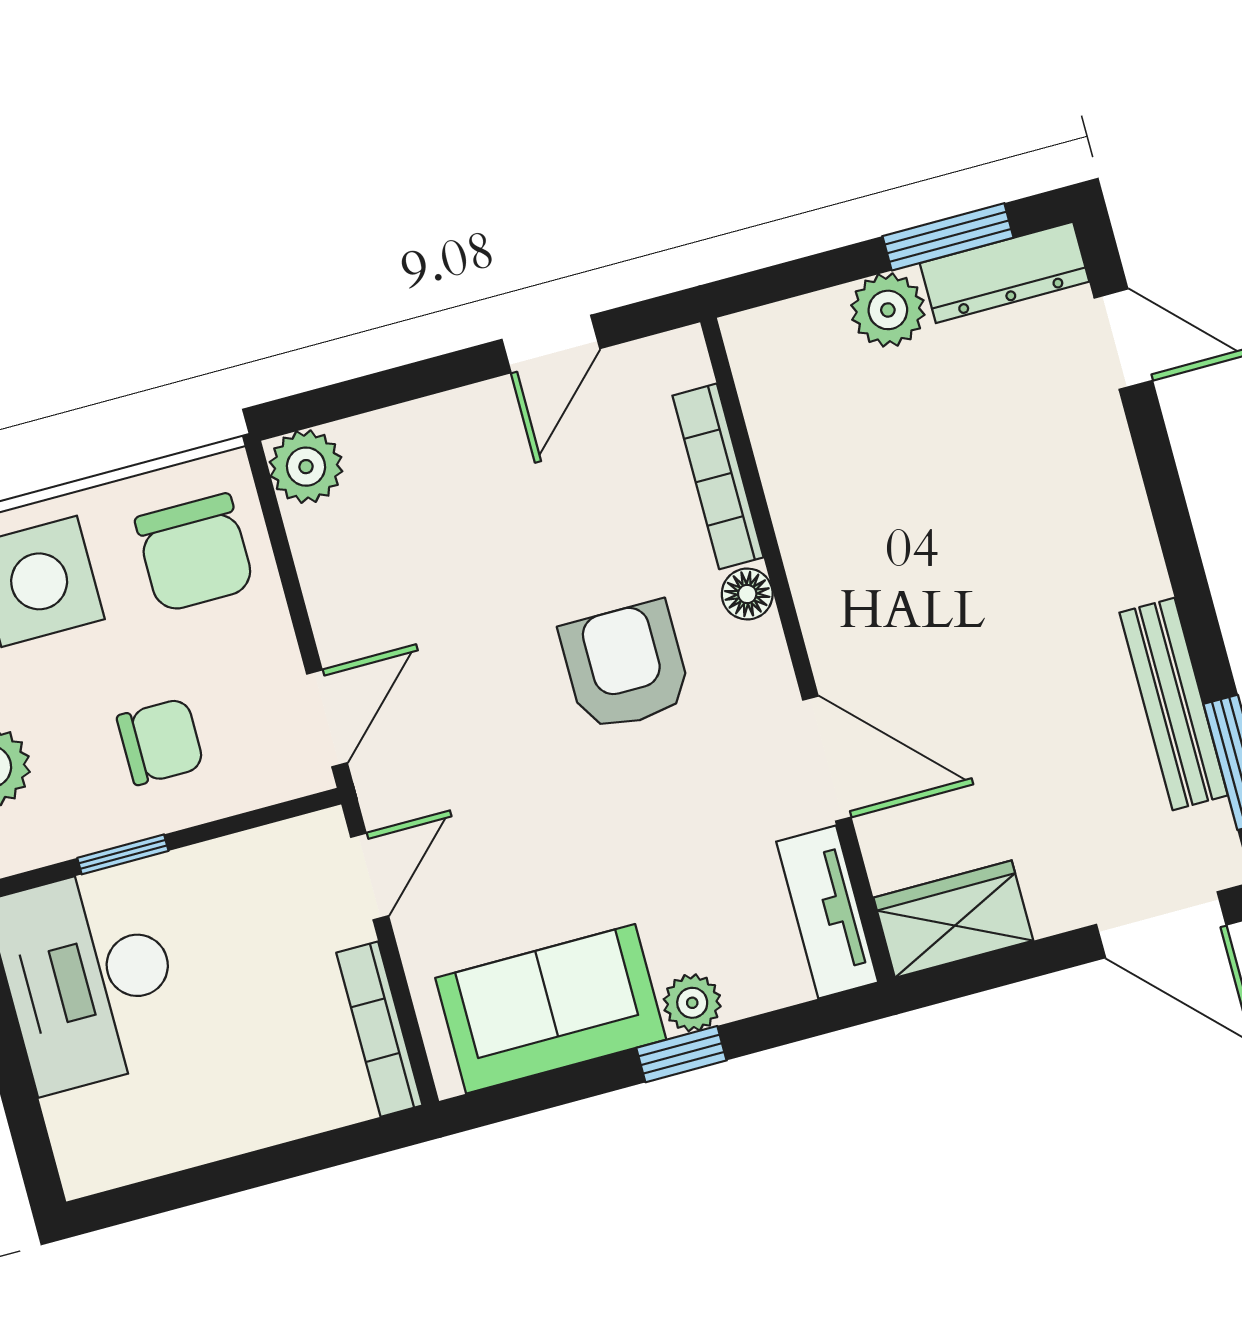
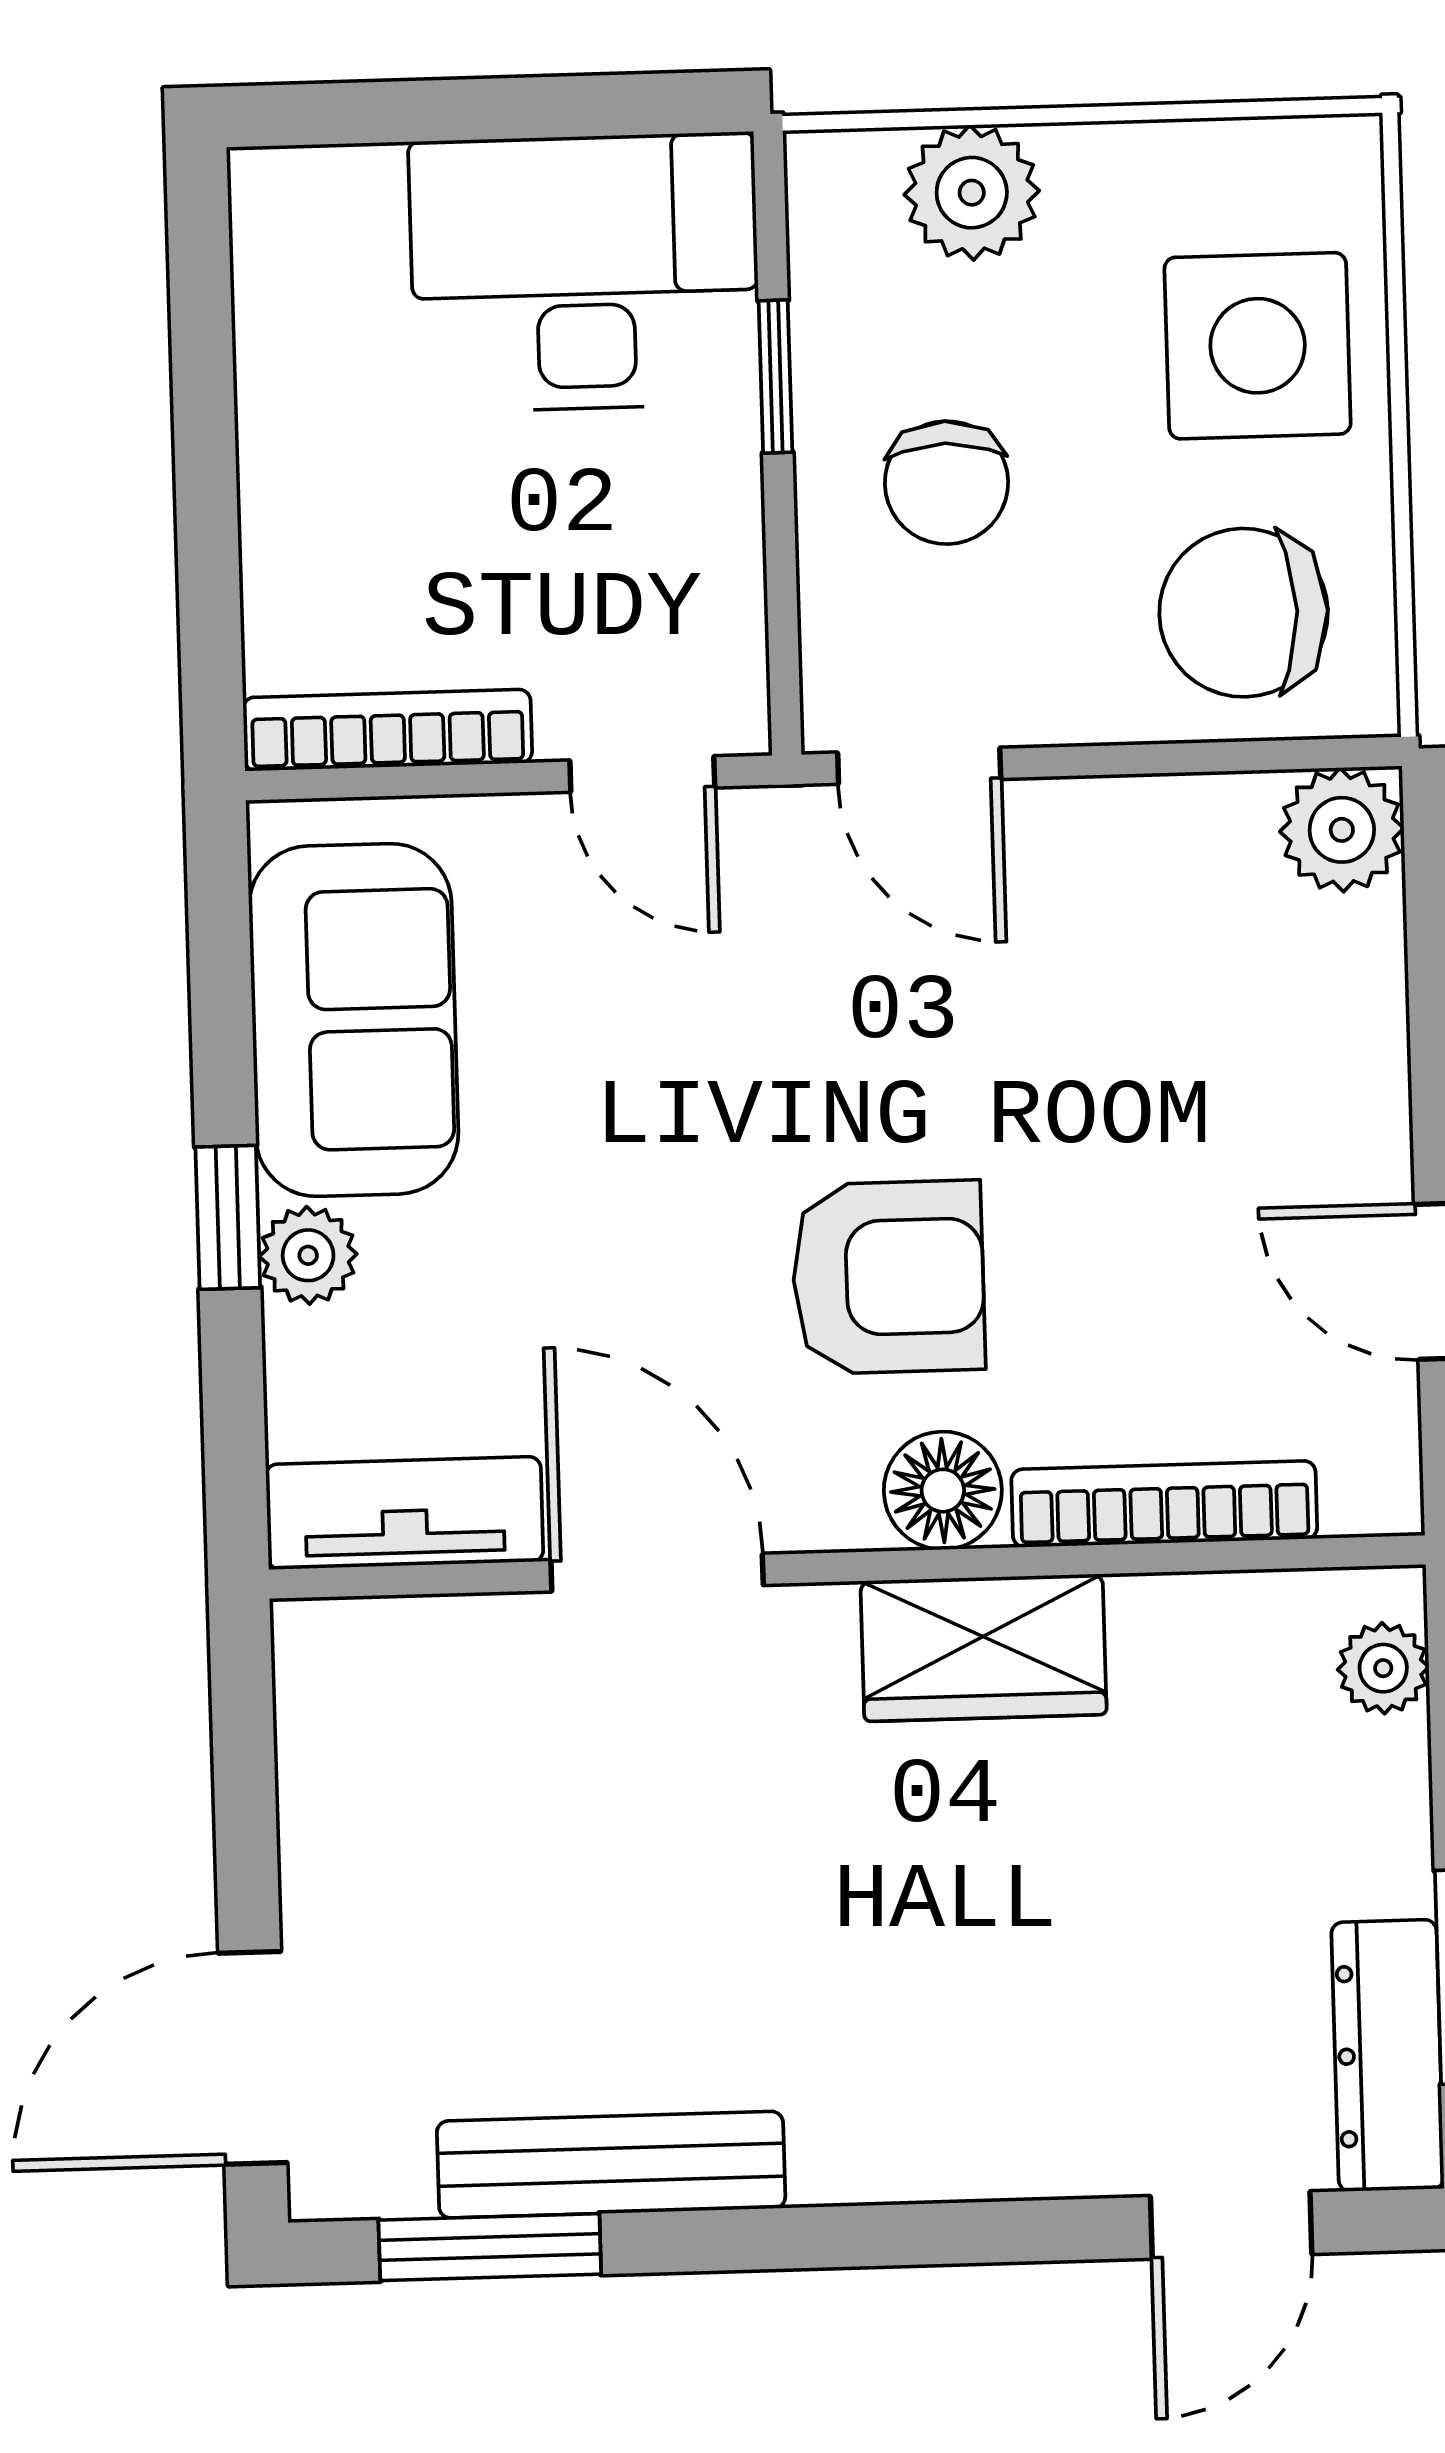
plant: (888, 310) -> (1383, 1668), moved, width x0.73, depth x0.73
floor lamp: (747, 594) -> (943, 1491), width x1.37, depth x1.37
door: (827, 759) -> (657, 1573), swing flipped
wardrobe: (953, 919) -> (984, 1648), moved, turned 90

